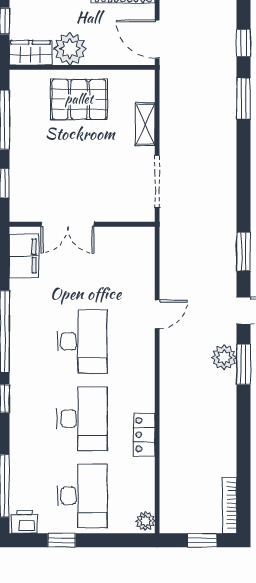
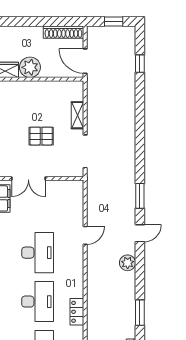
window: (243, 98) -> (140, 99), removed
pallet: (79, 99) -> (41, 136), moved, width x0.67, depth x0.71
window: (243, 364) -> (140, 313), moved

